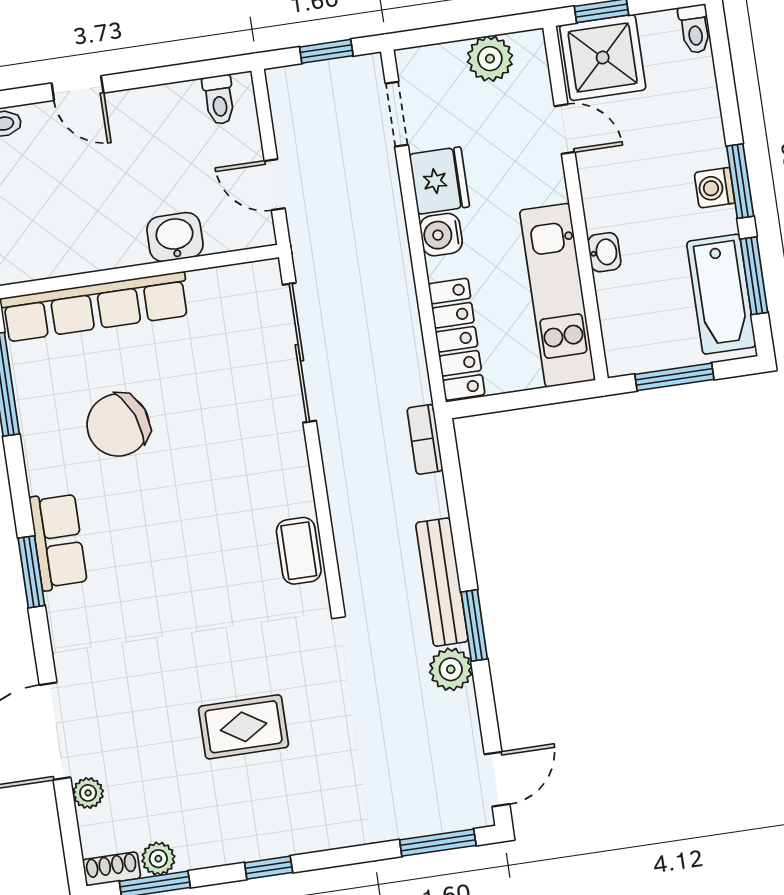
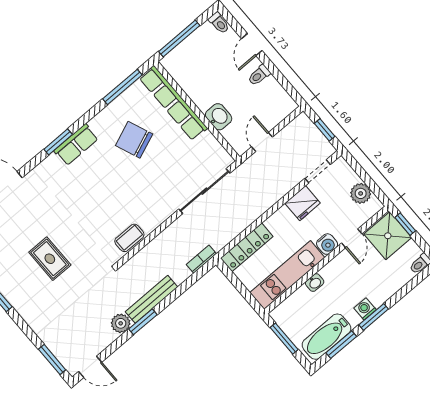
toilet: (219, 100) -> (259, 75), moved
water cooler: (441, 235) -> (327, 244), moved, turned 180

